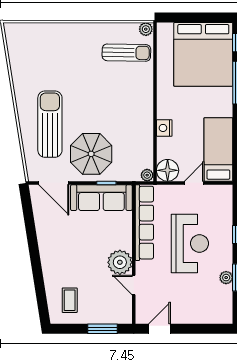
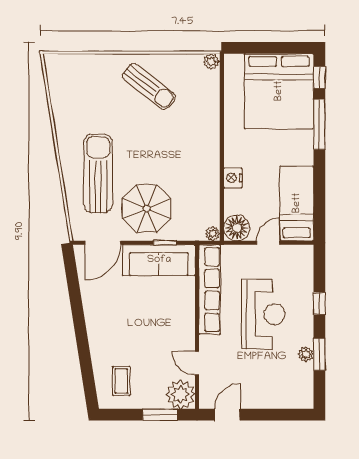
sun lounger: (126, 53) -> (149, 86), moved, turned 37
door: (54, 183) -> (103, 243), hinge flipped
plant: (120, 262) -> (181, 394), moved

